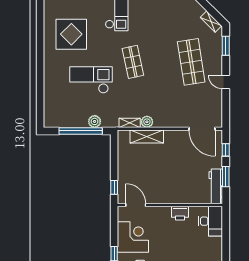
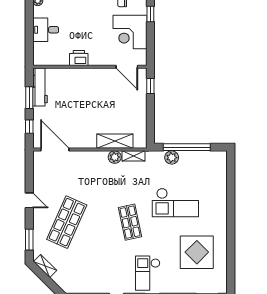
shop shelf: (191, 62) -> (67, 222), turned 33
desk: (211, 221) -> (46, 30), moved, width x0.73

